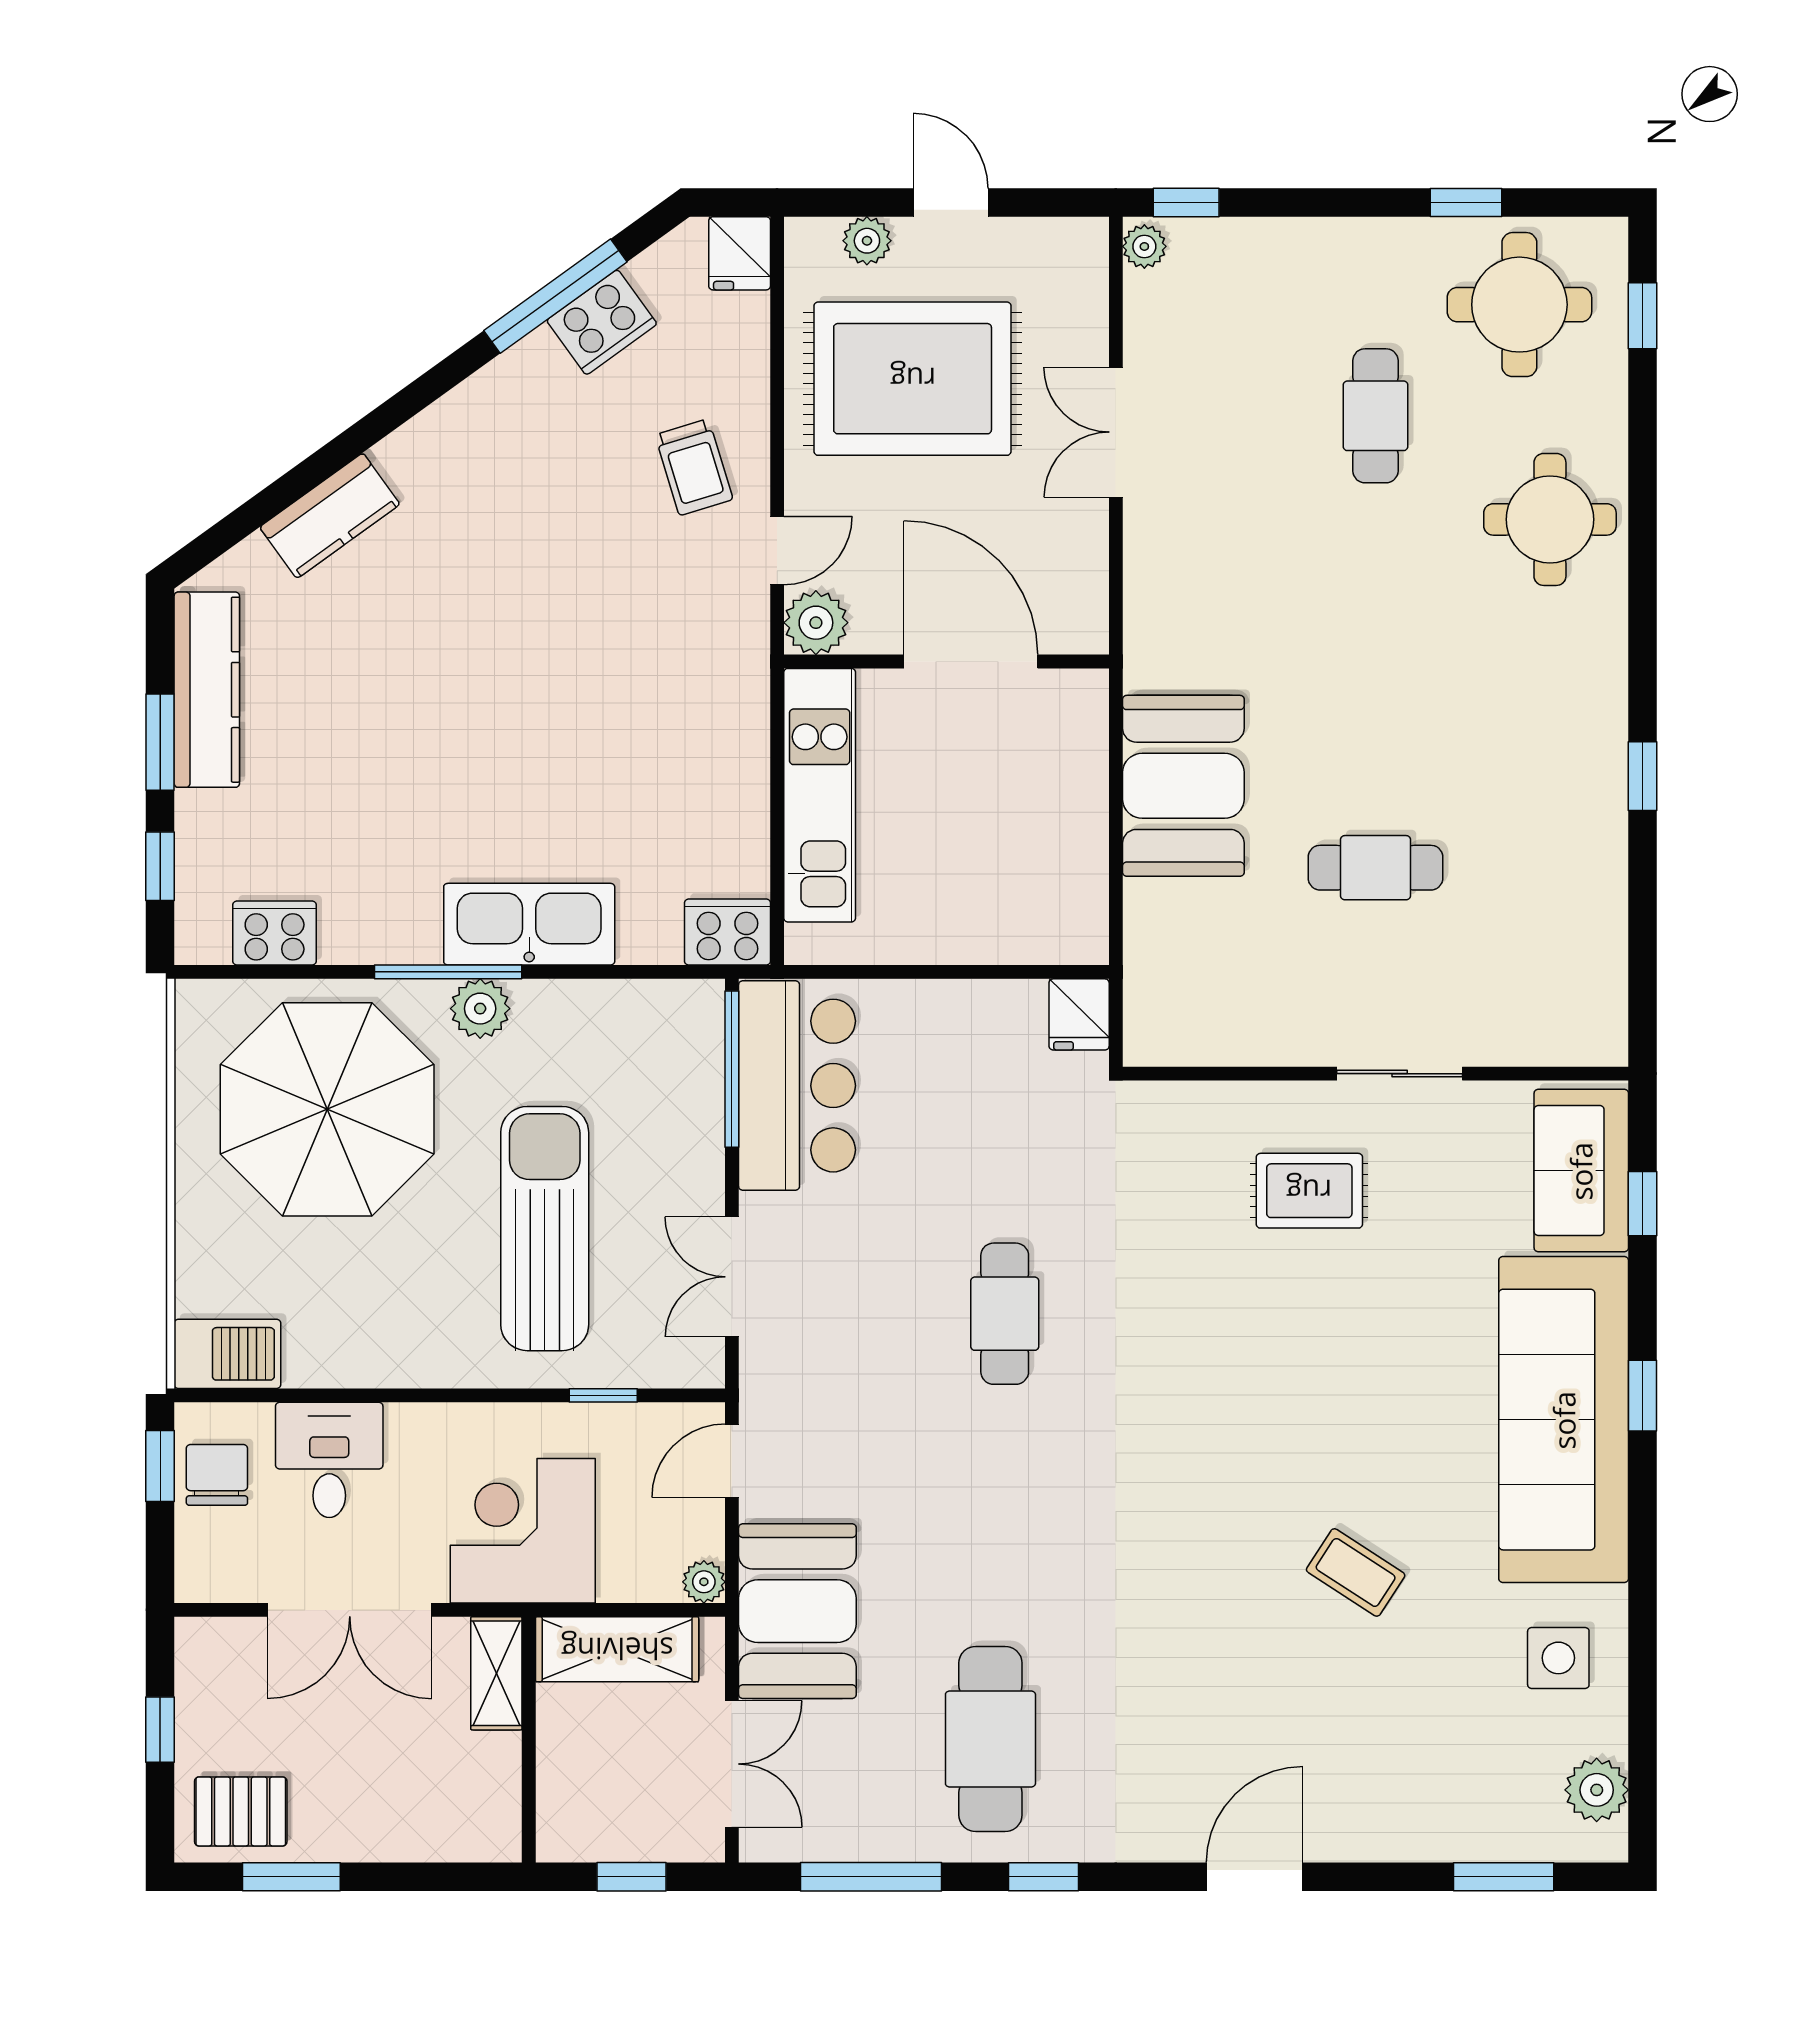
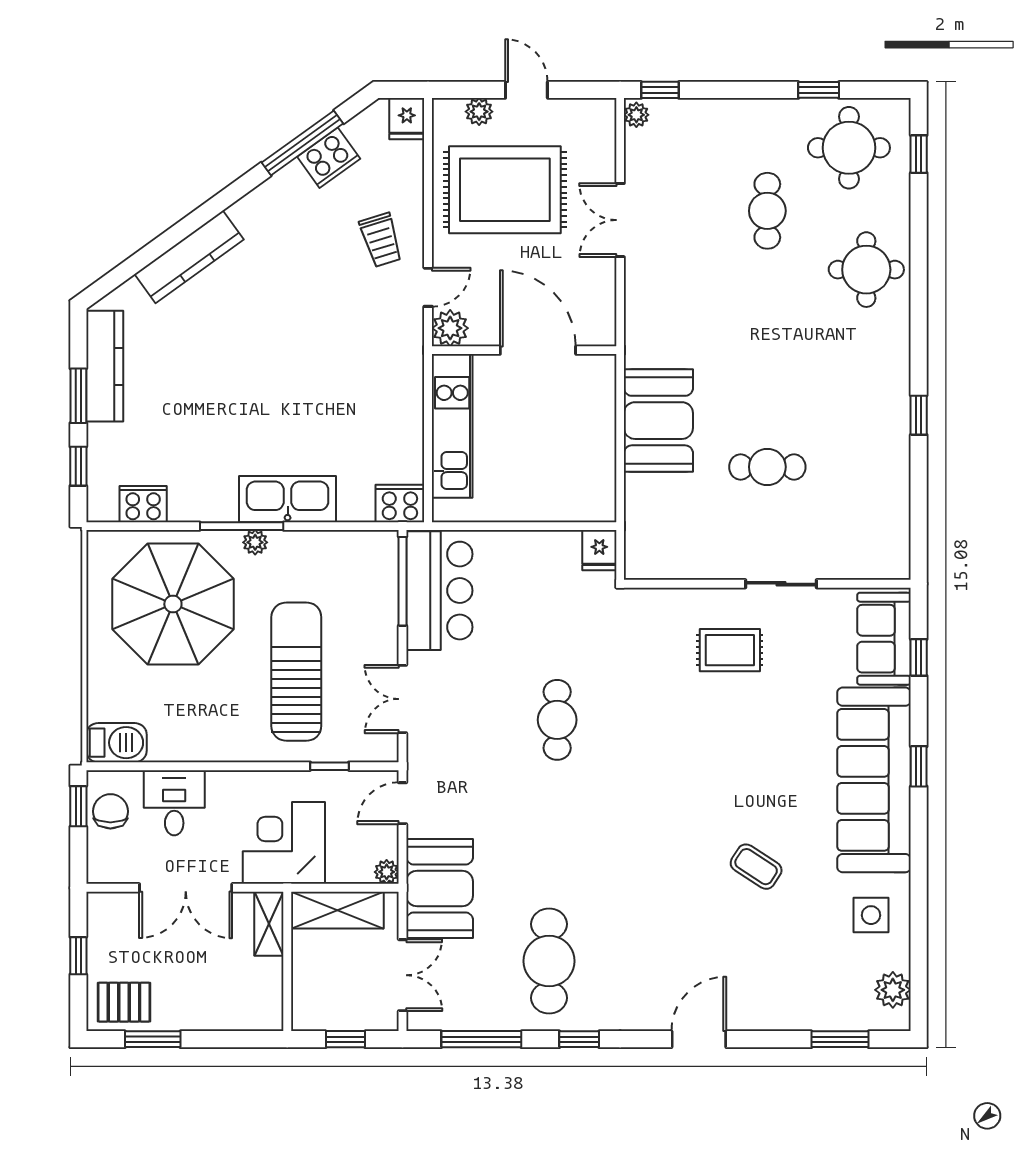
kitchen counter: (330, 516) -> (189, 257), width x1.50
plant: (480, 1009) -> (255, 542), width x0.73, depth x0.73

